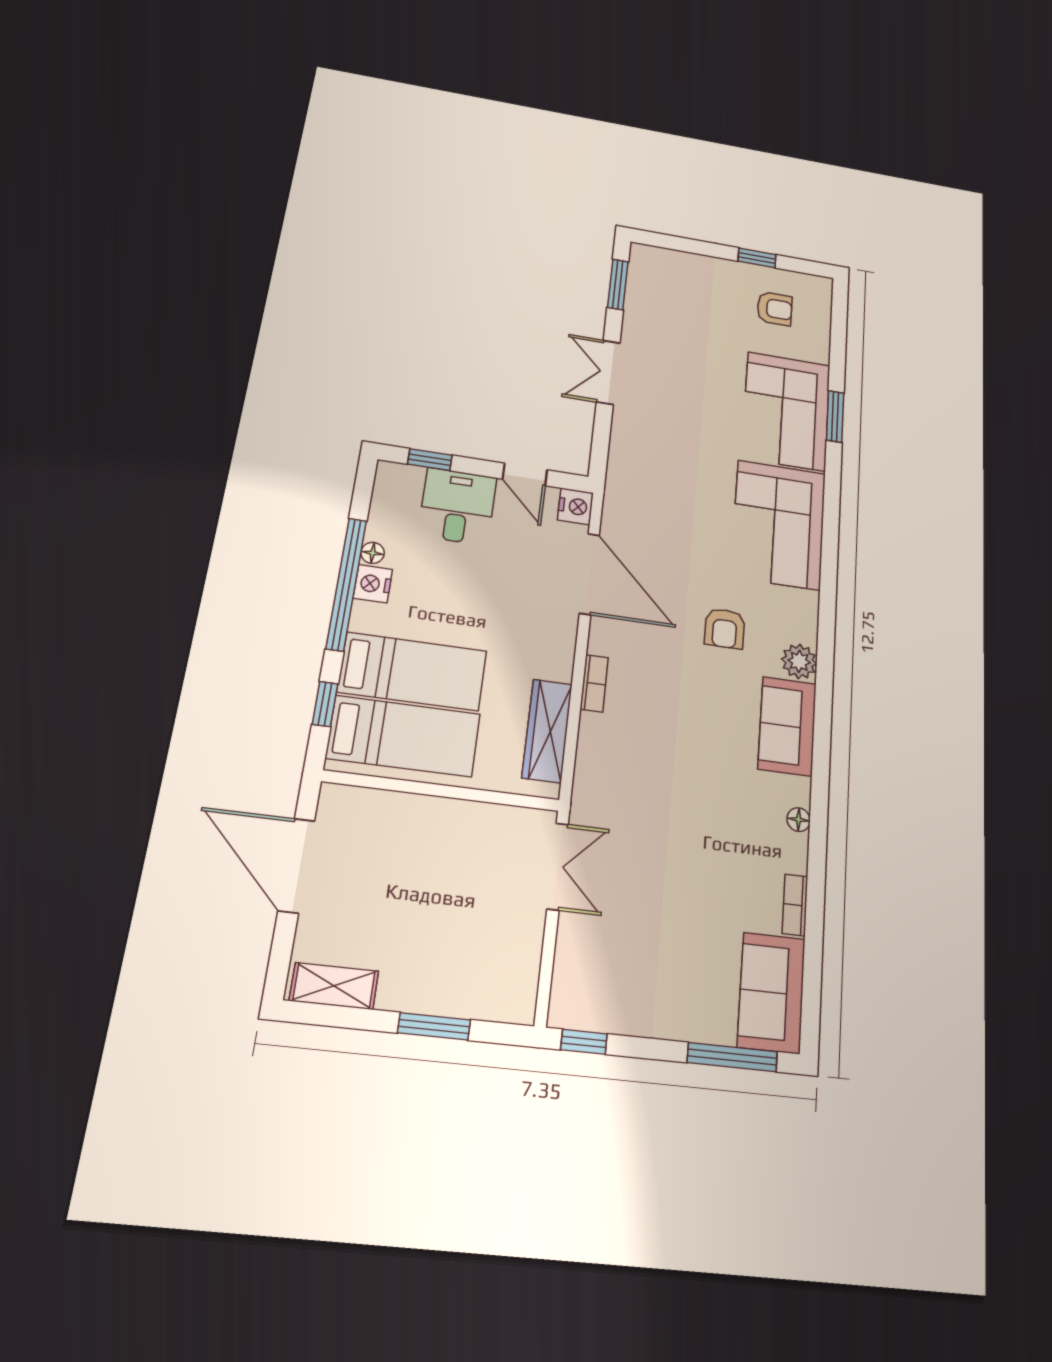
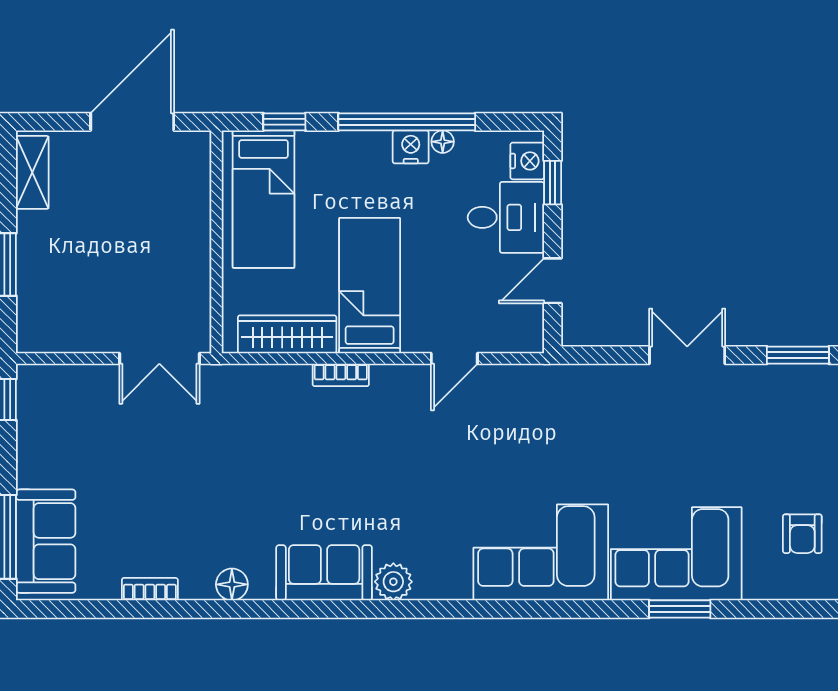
nightstand: (575, 506) -> (527, 161), moved, turned -90
door: (589, 574) -> (454, 359), width x0.53
armchair: (725, 628) -> (417, 502), removed
bed: (412, 671) -> (370, 286), moved, turned 180
floor lamp: (799, 820) -> (232, 584), width x1.37, depth x1.37
sofa: (772, 993) -> (46, 541), moved, turned 90

